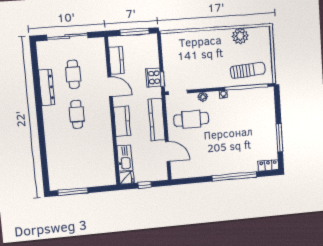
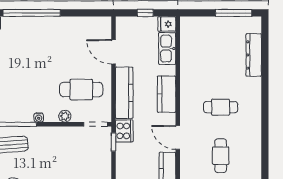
cooker: (153, 77) -> (124, 131), moved
dresser: (46, 87) -> (254, 55), moved
cafe table: (77, 114) -> (221, 107), turned 90

